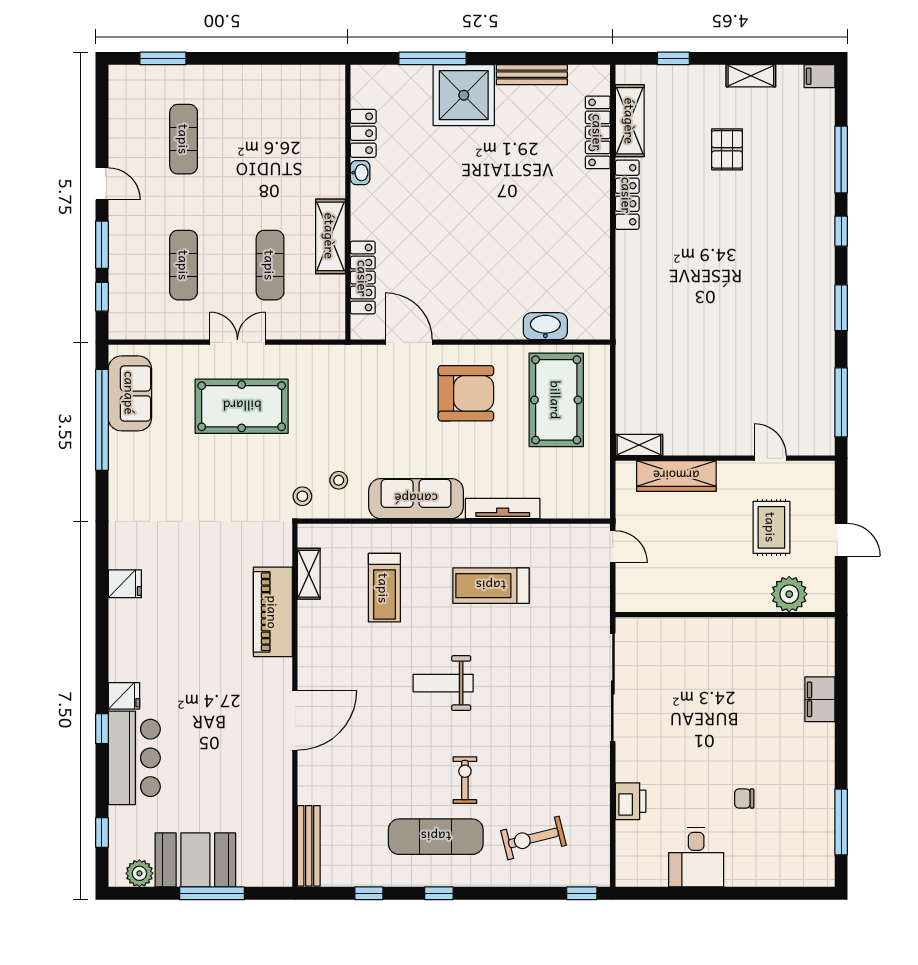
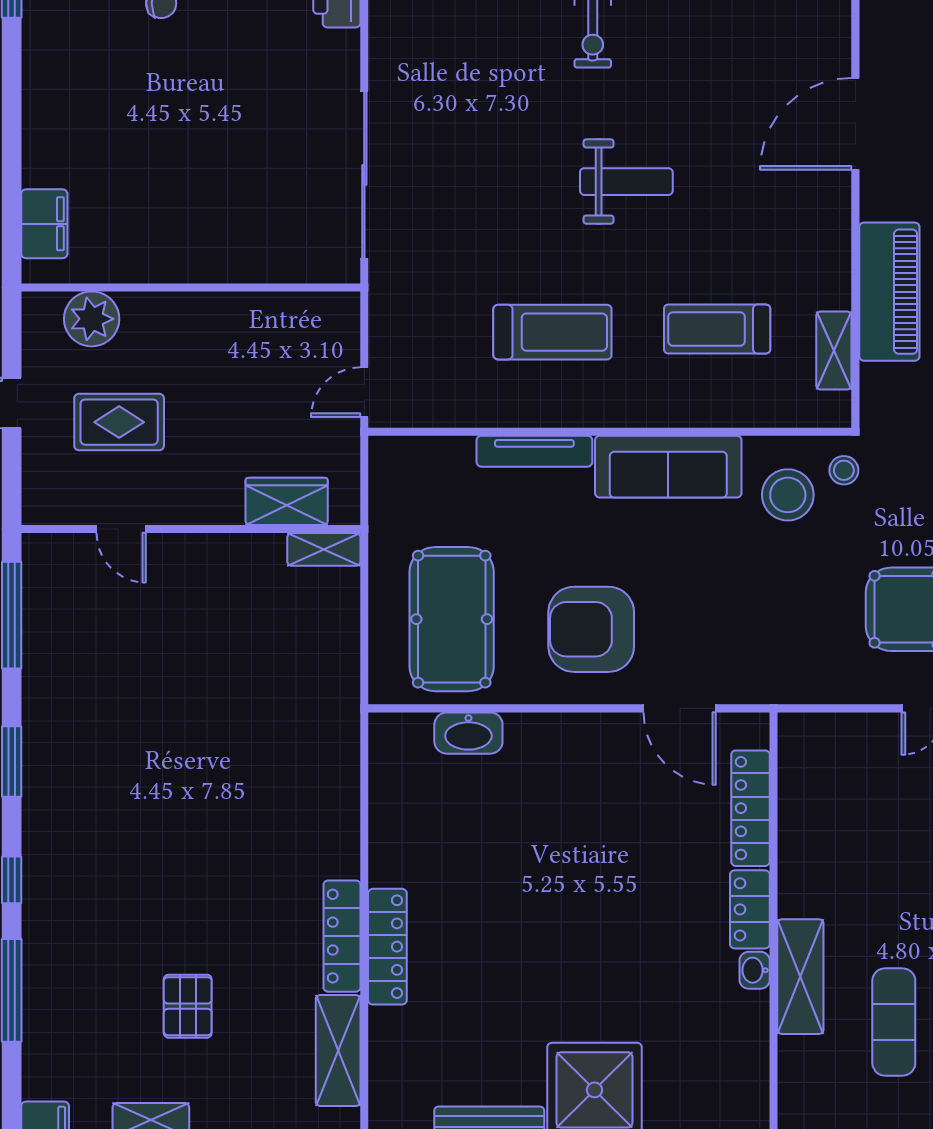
locker: (598, 132) -> (387, 947), moved
locker: (363, 133) -> (750, 909), moved
shelving: (330, 236) -> (800, 977), moved
exercise mat: (270, 265) -> (894, 1022), moved
wardrobe: (676, 476) -> (287, 501), width x0.67
stool: (339, 480) -> (788, 495), width x1.89, depth x1.89
rug: (771, 527) -> (119, 422), turned 90
door: (613, 547) -> (364, 392), hinge flipped
treadmill: (384, 588) -> (717, 329), turned -90
filing cabinet: (820, 699) -> (44, 224), moved

